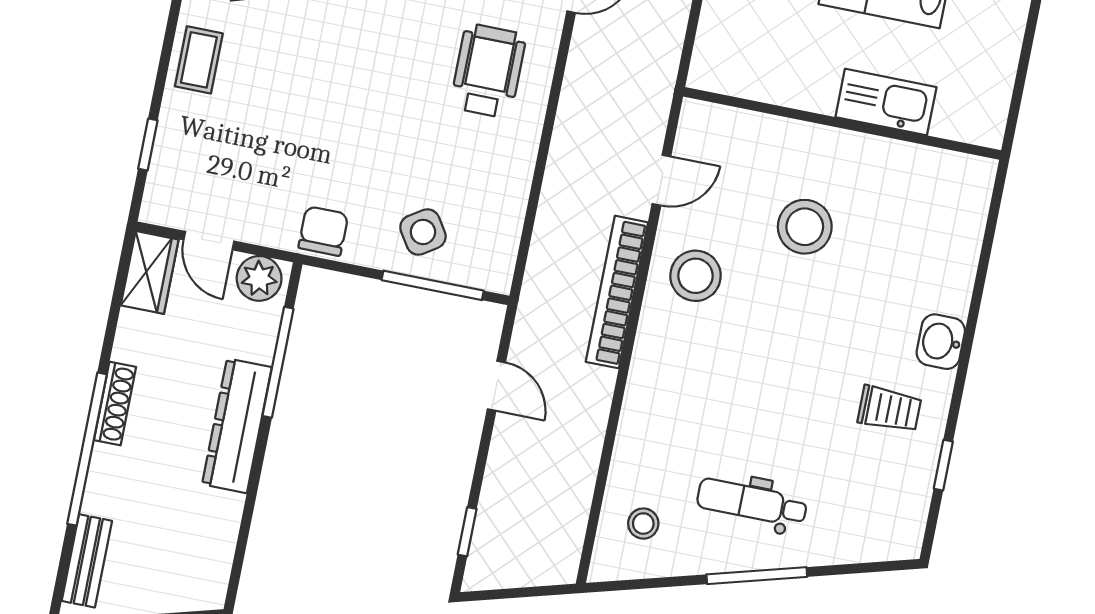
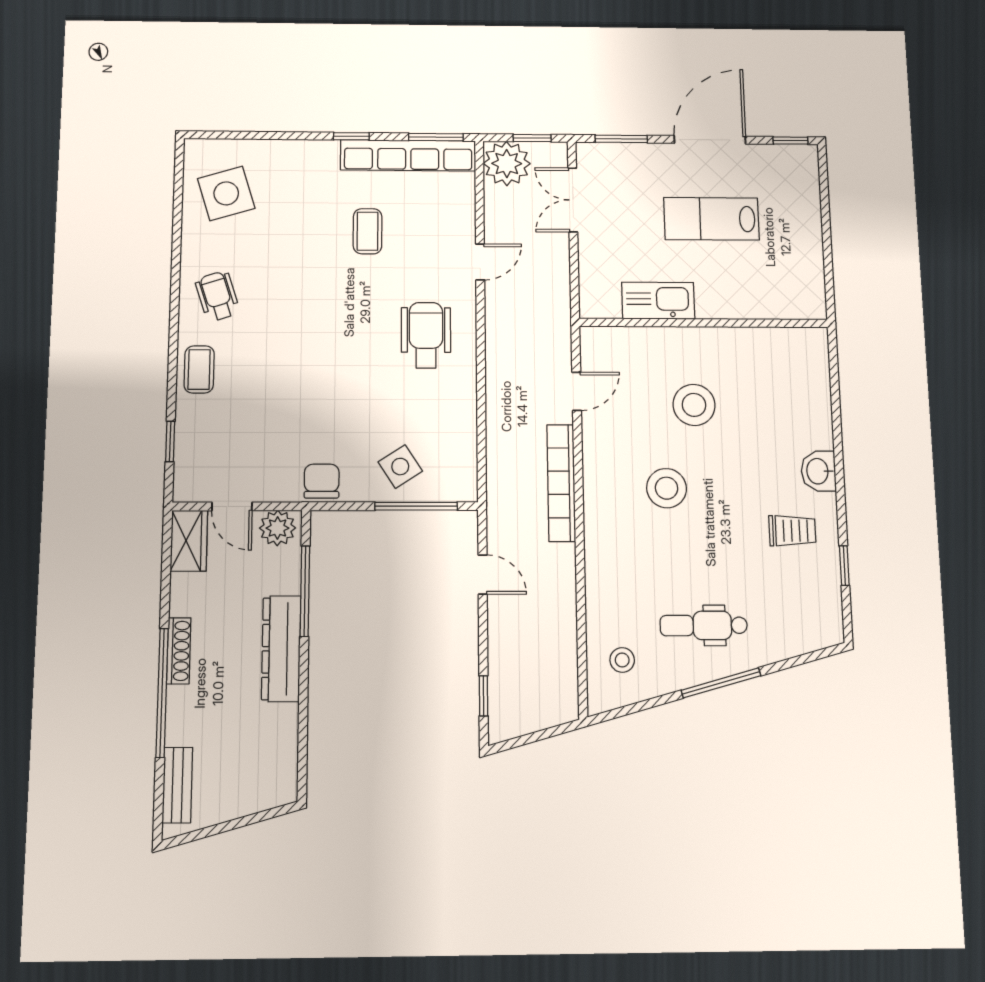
kitchen sink: (886, 102) -> (658, 301), moved
stool: (696, 276) -> (667, 488), moved

